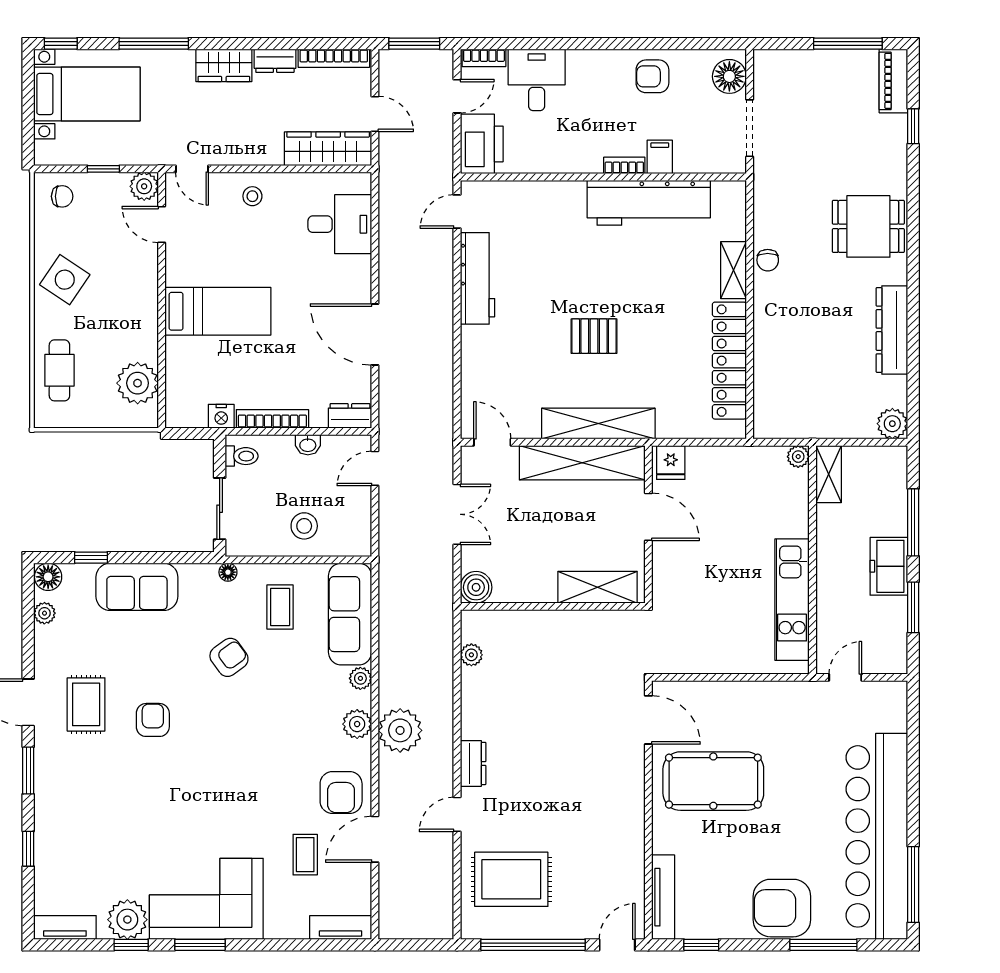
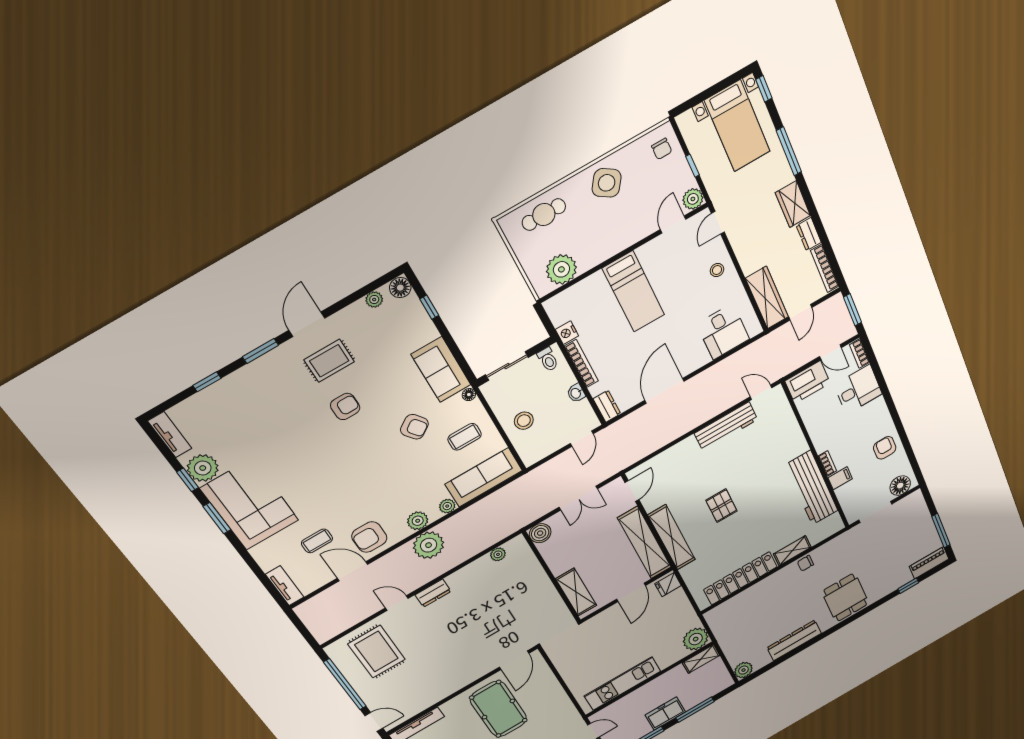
plant: (798, 457) -> (696, 639), width x1.88, depth x1.88
door: (375, 468) -> (582, 439), swing flipped
sofa: (137, 587) -> (441, 370), moved

